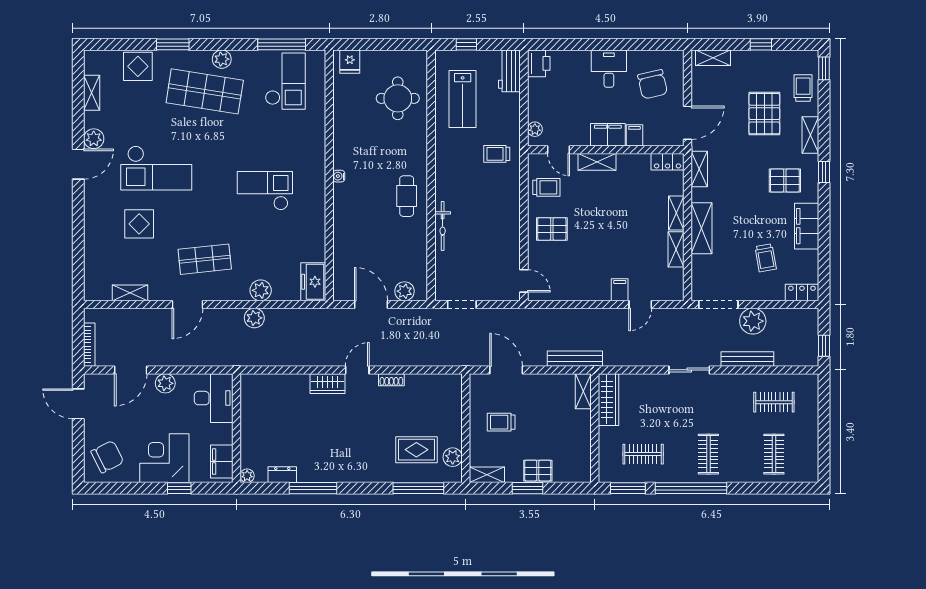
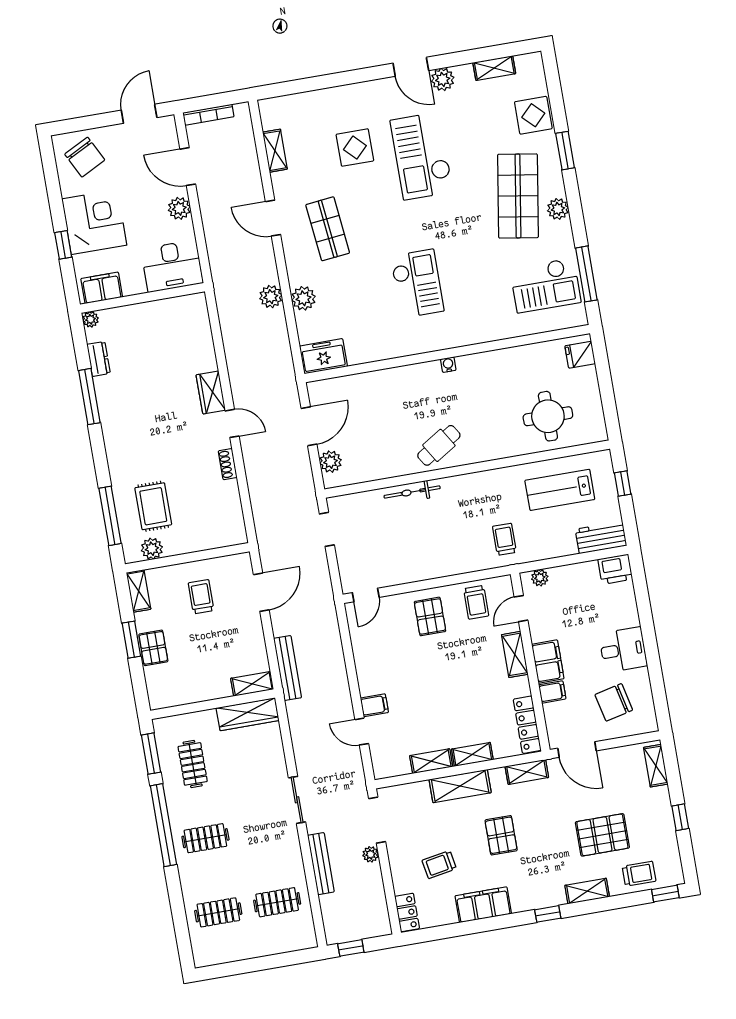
locker: (668, 162) -> (527, 725), width x1.53
pallet: (785, 180) -> (501, 835), moved
cafe table: (407, 196) -> (439, 445), turned -32
plant: (753, 321) -> (371, 854), width x0.53, depth x0.53
clothes rail: (774, 402) -> (277, 902), turned 90

